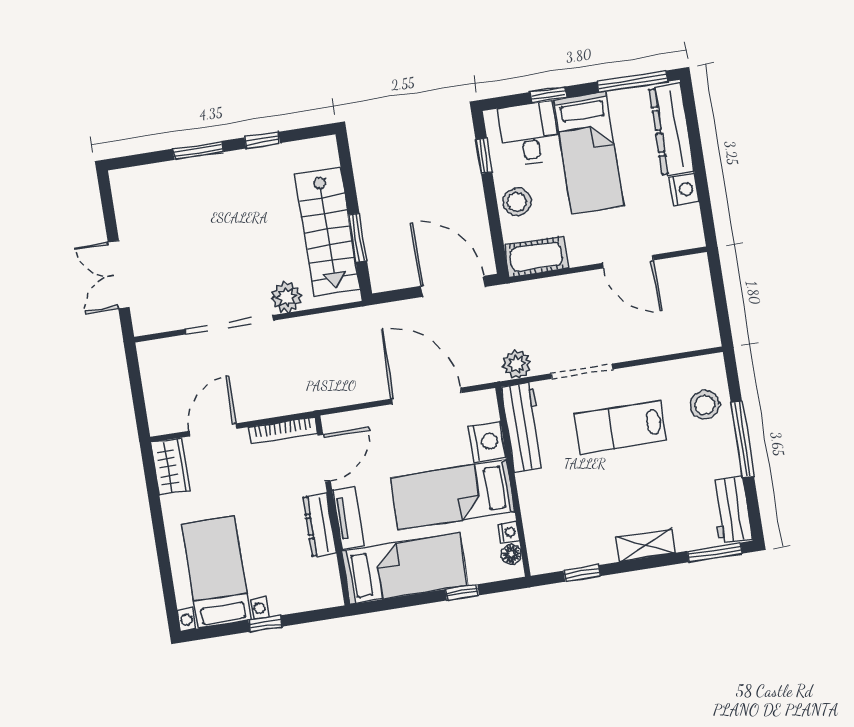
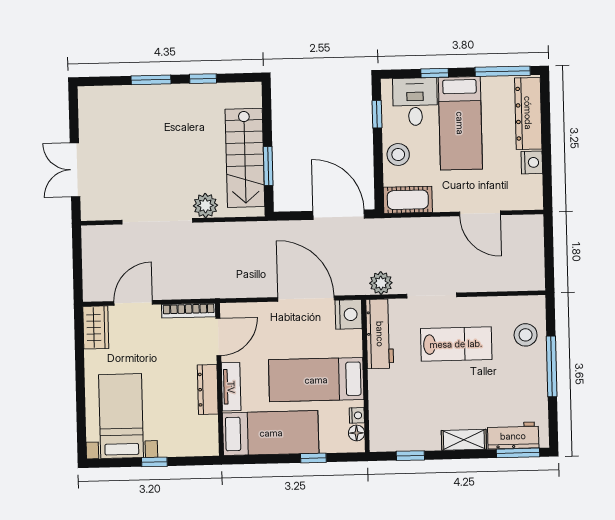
lab bench: (620, 427) -> (456, 344), turned 180
nightstand: (487, 442) -> (349, 314), moved
workbench: (731, 510) -> (513, 436), moved, turned 90

